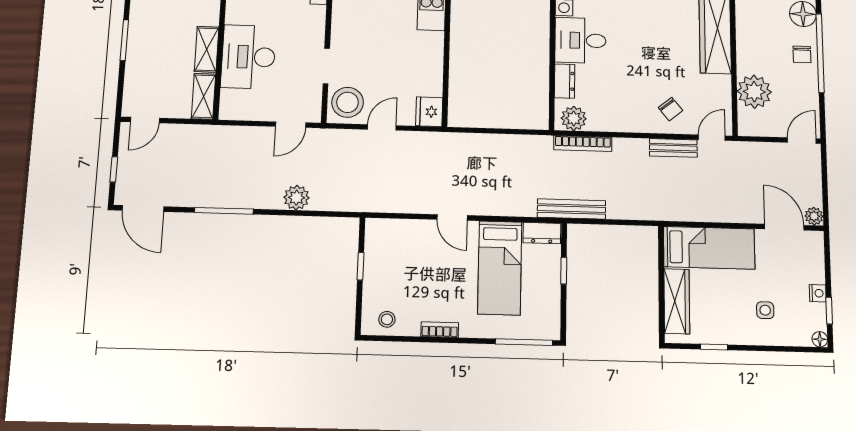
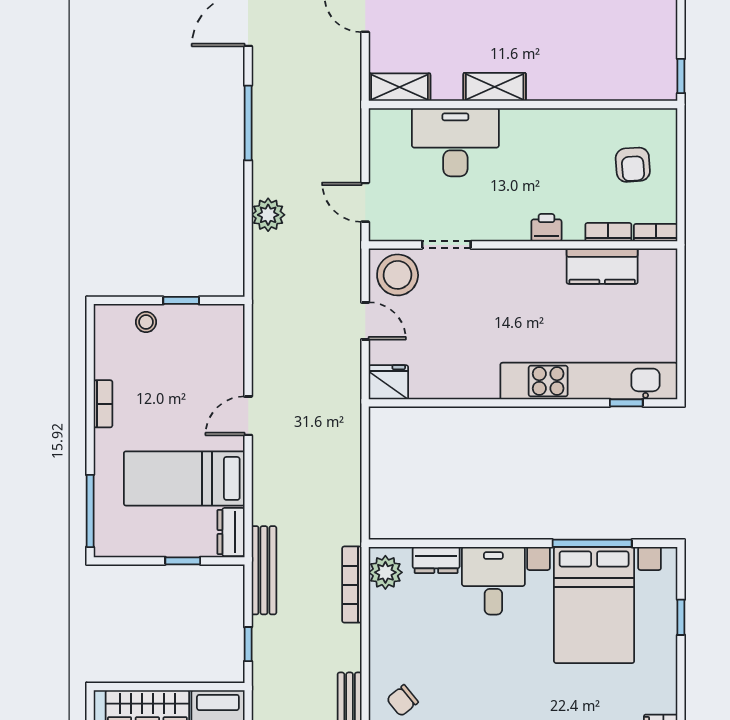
shelving: (207, 49) -> (495, 87), moved
window: (628, 223) -> (248, 644), added
stool: (387, 319) -> (146, 322), moved

